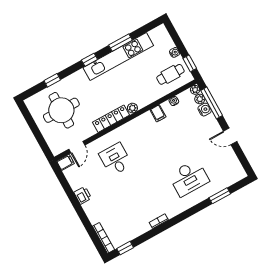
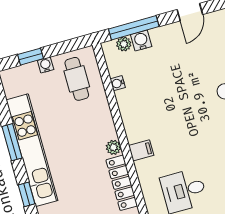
window: (190, 63) -> (31, 57), moved
plant: (195, 90) -> (108, 48), removed
filing cabinet: (158, 113) -> (141, 150), moved

